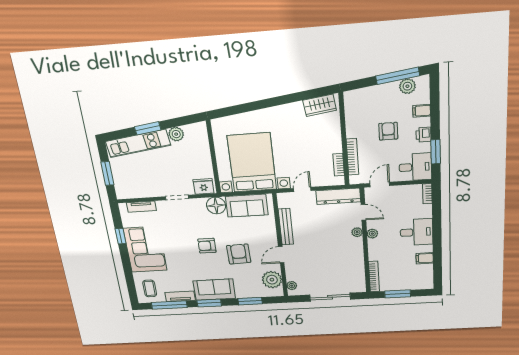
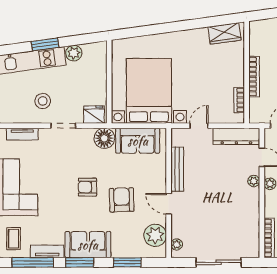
bookcase: (352, 157) -> (254, 77), moved
stool: (155, 178) -> (43, 101), added
door: (281, 255) -> (169, 204), hinge flipped

